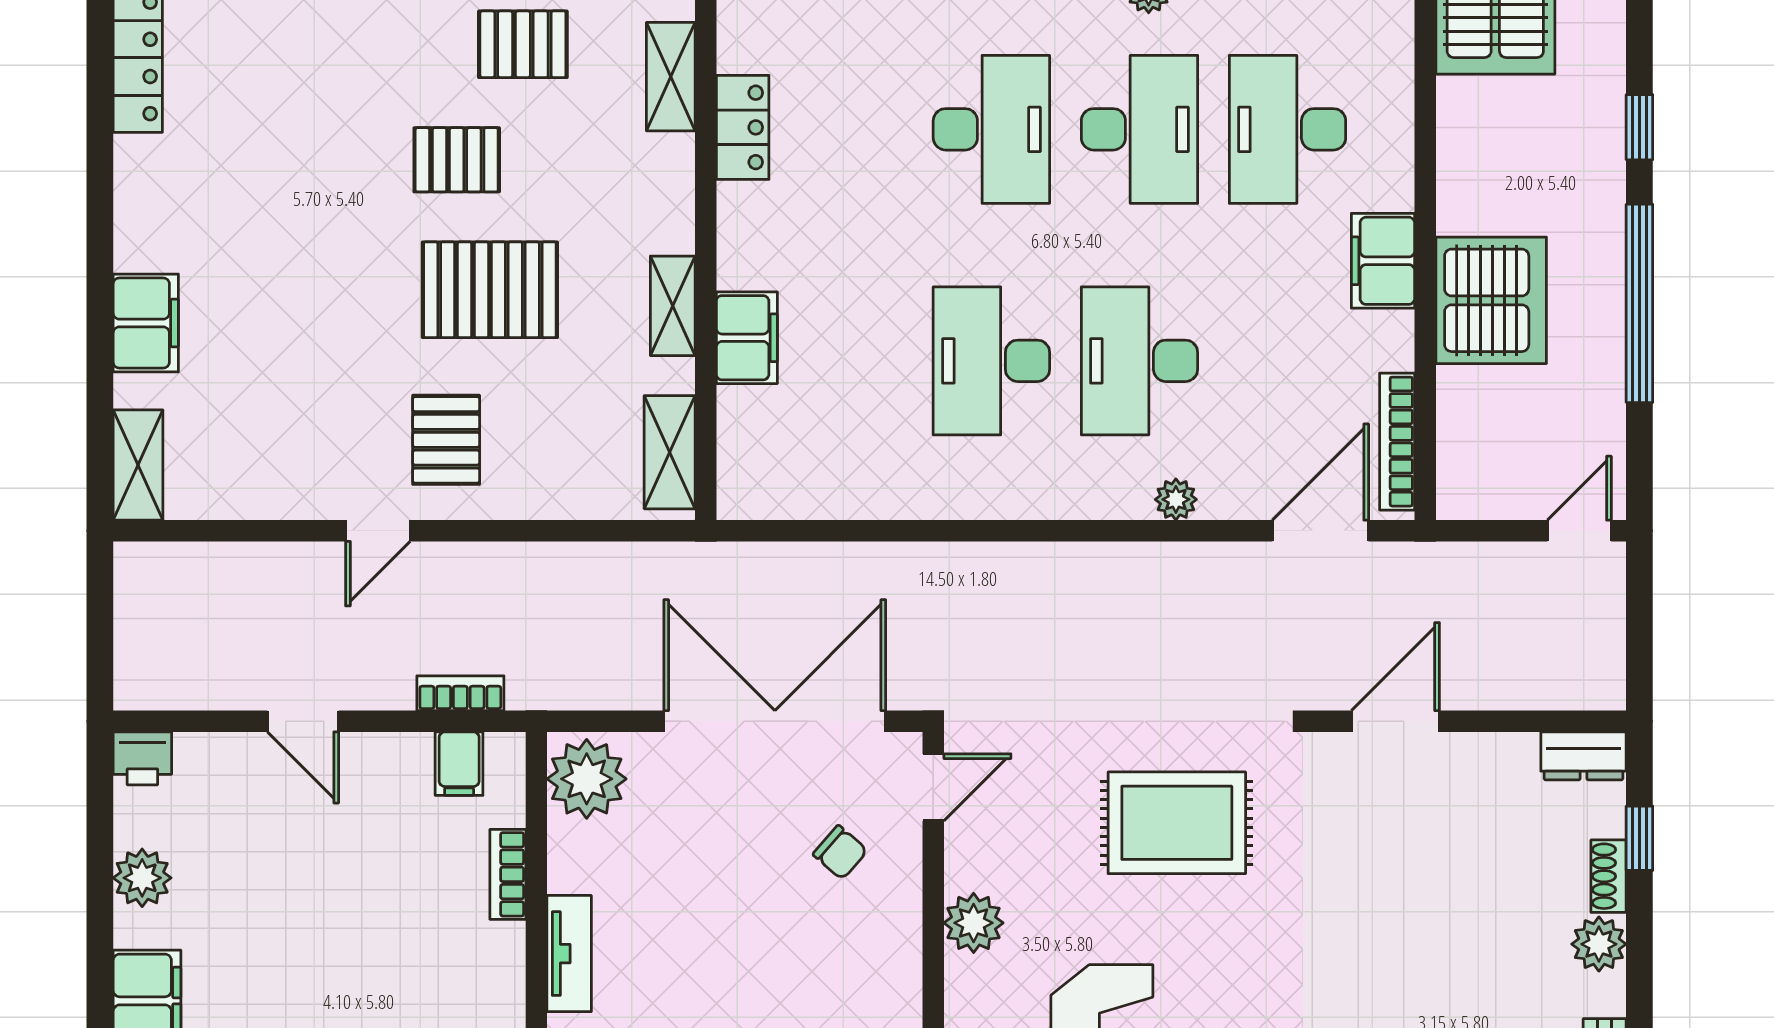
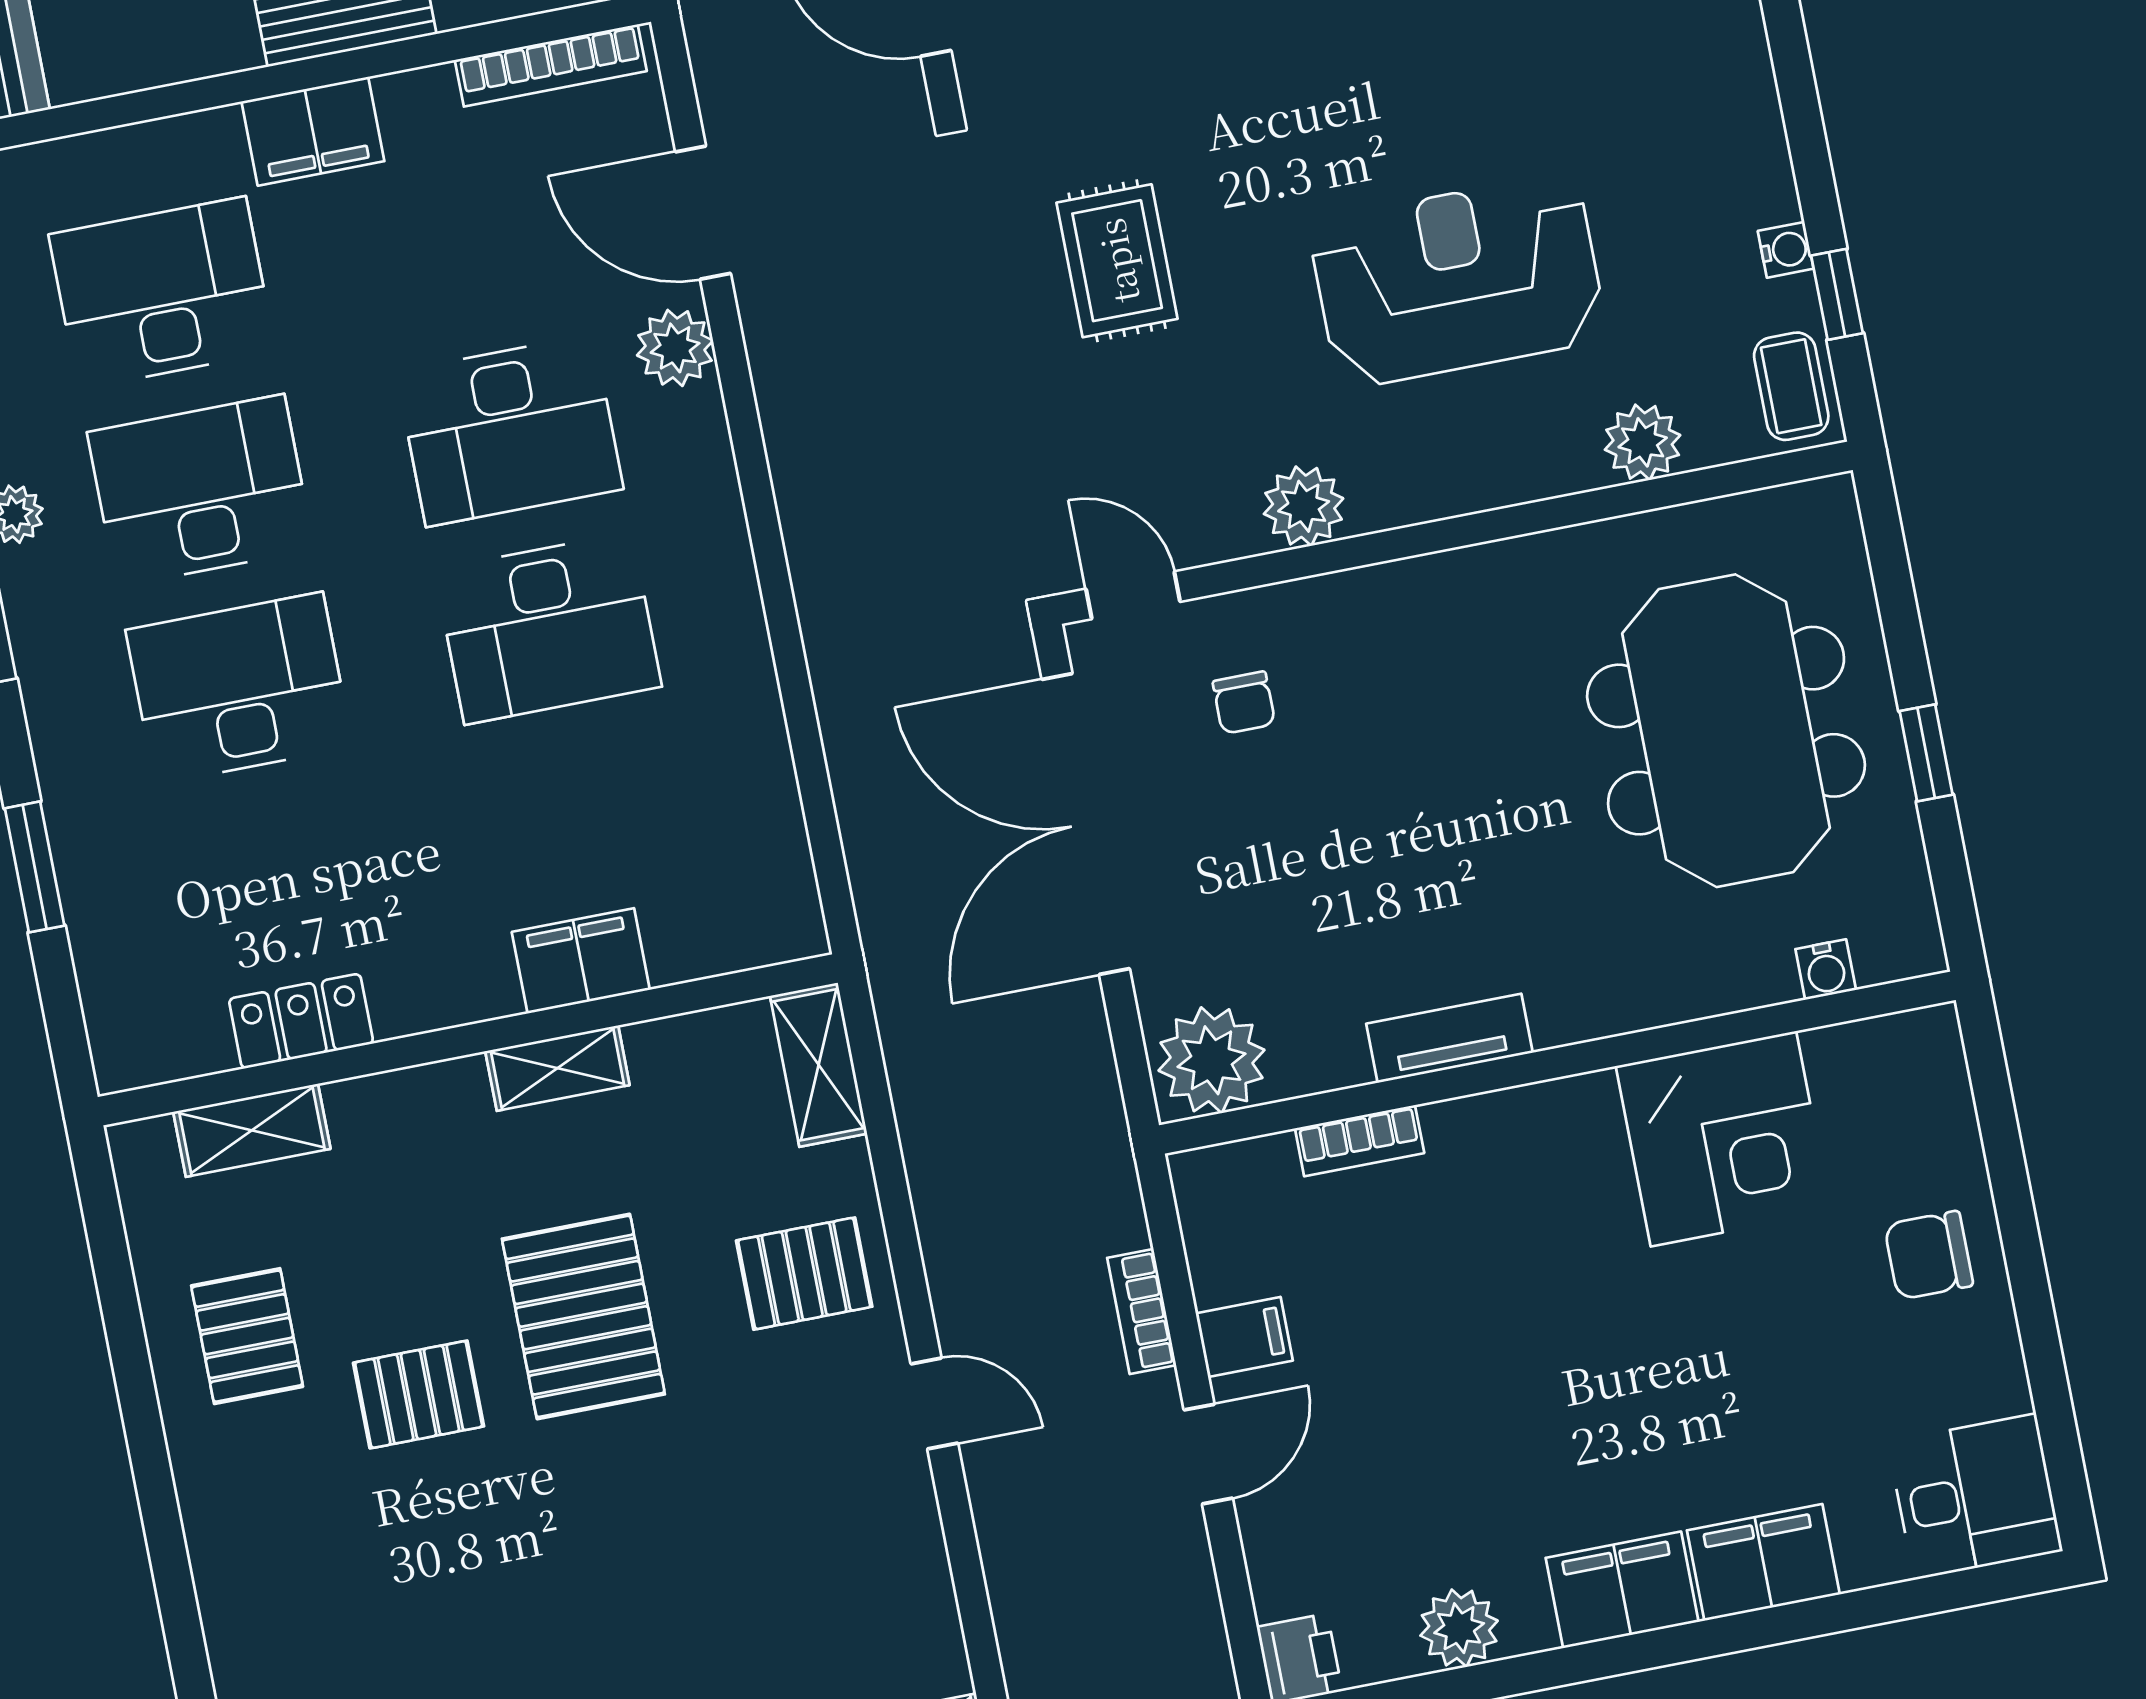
desk: (1287, 129) -> (162, 293), turned 180
pallet: (457, 160) -> (419, 1395), turned 90
pallet: (446, 440) -> (804, 1274), moved
shelving: (670, 452) -> (819, 1065), moved, turned 90
plant: (1176, 499) -> (675, 348), width x1.38, depth x1.38
door: (1321, 531) -> (703, 213), moved
bookcase: (460, 693) -> (1142, 1312), moved
filing cabinet: (459, 764) -> (1244, 1337), moved
rug: (1177, 823) -> (1117, 261), width x0.73, depth x0.70
chair: (840, 852) -> (1244, 703), turned 139

